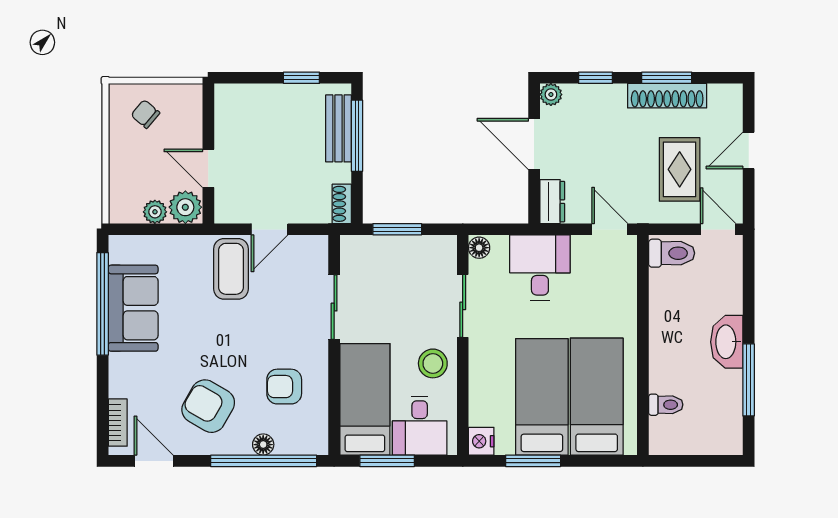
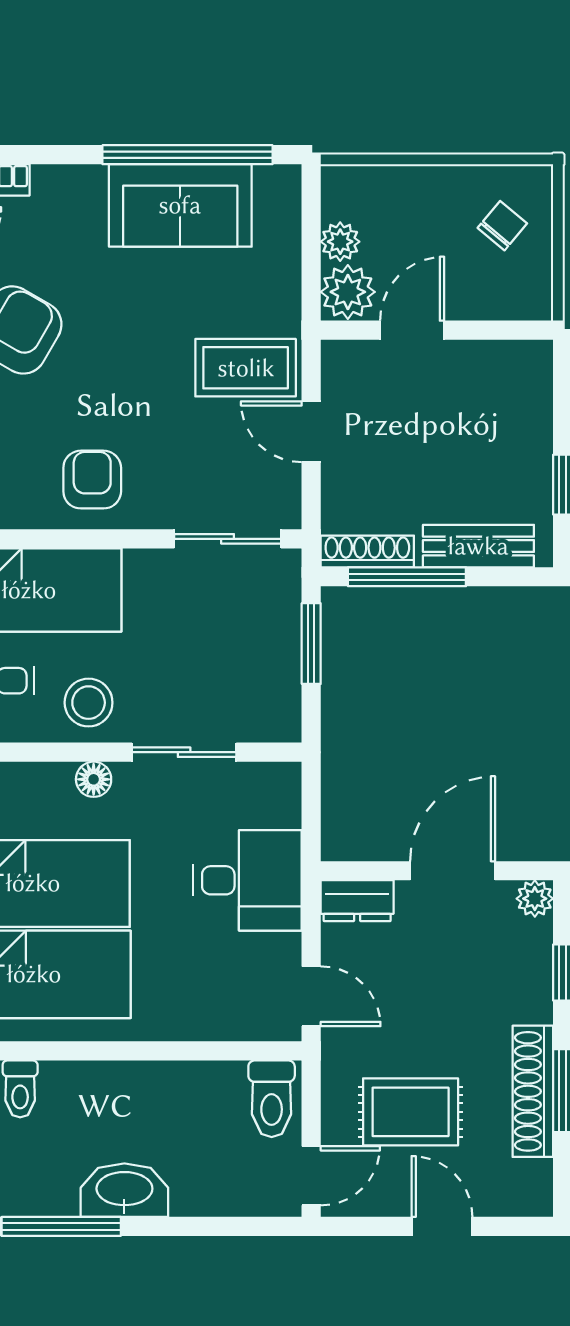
window: (357, 136) -> (407, 577), moved
shoe rack: (342, 204) -> (367, 551), width x1.43
door: (610, 229) -> (311, 996), hinge flipped
floor lamp: (479, 248) -> (94, 779), moved
sliding door: (334, 307) -> (228, 539), moved
armchair: (284, 387) -> (92, 480), moved

